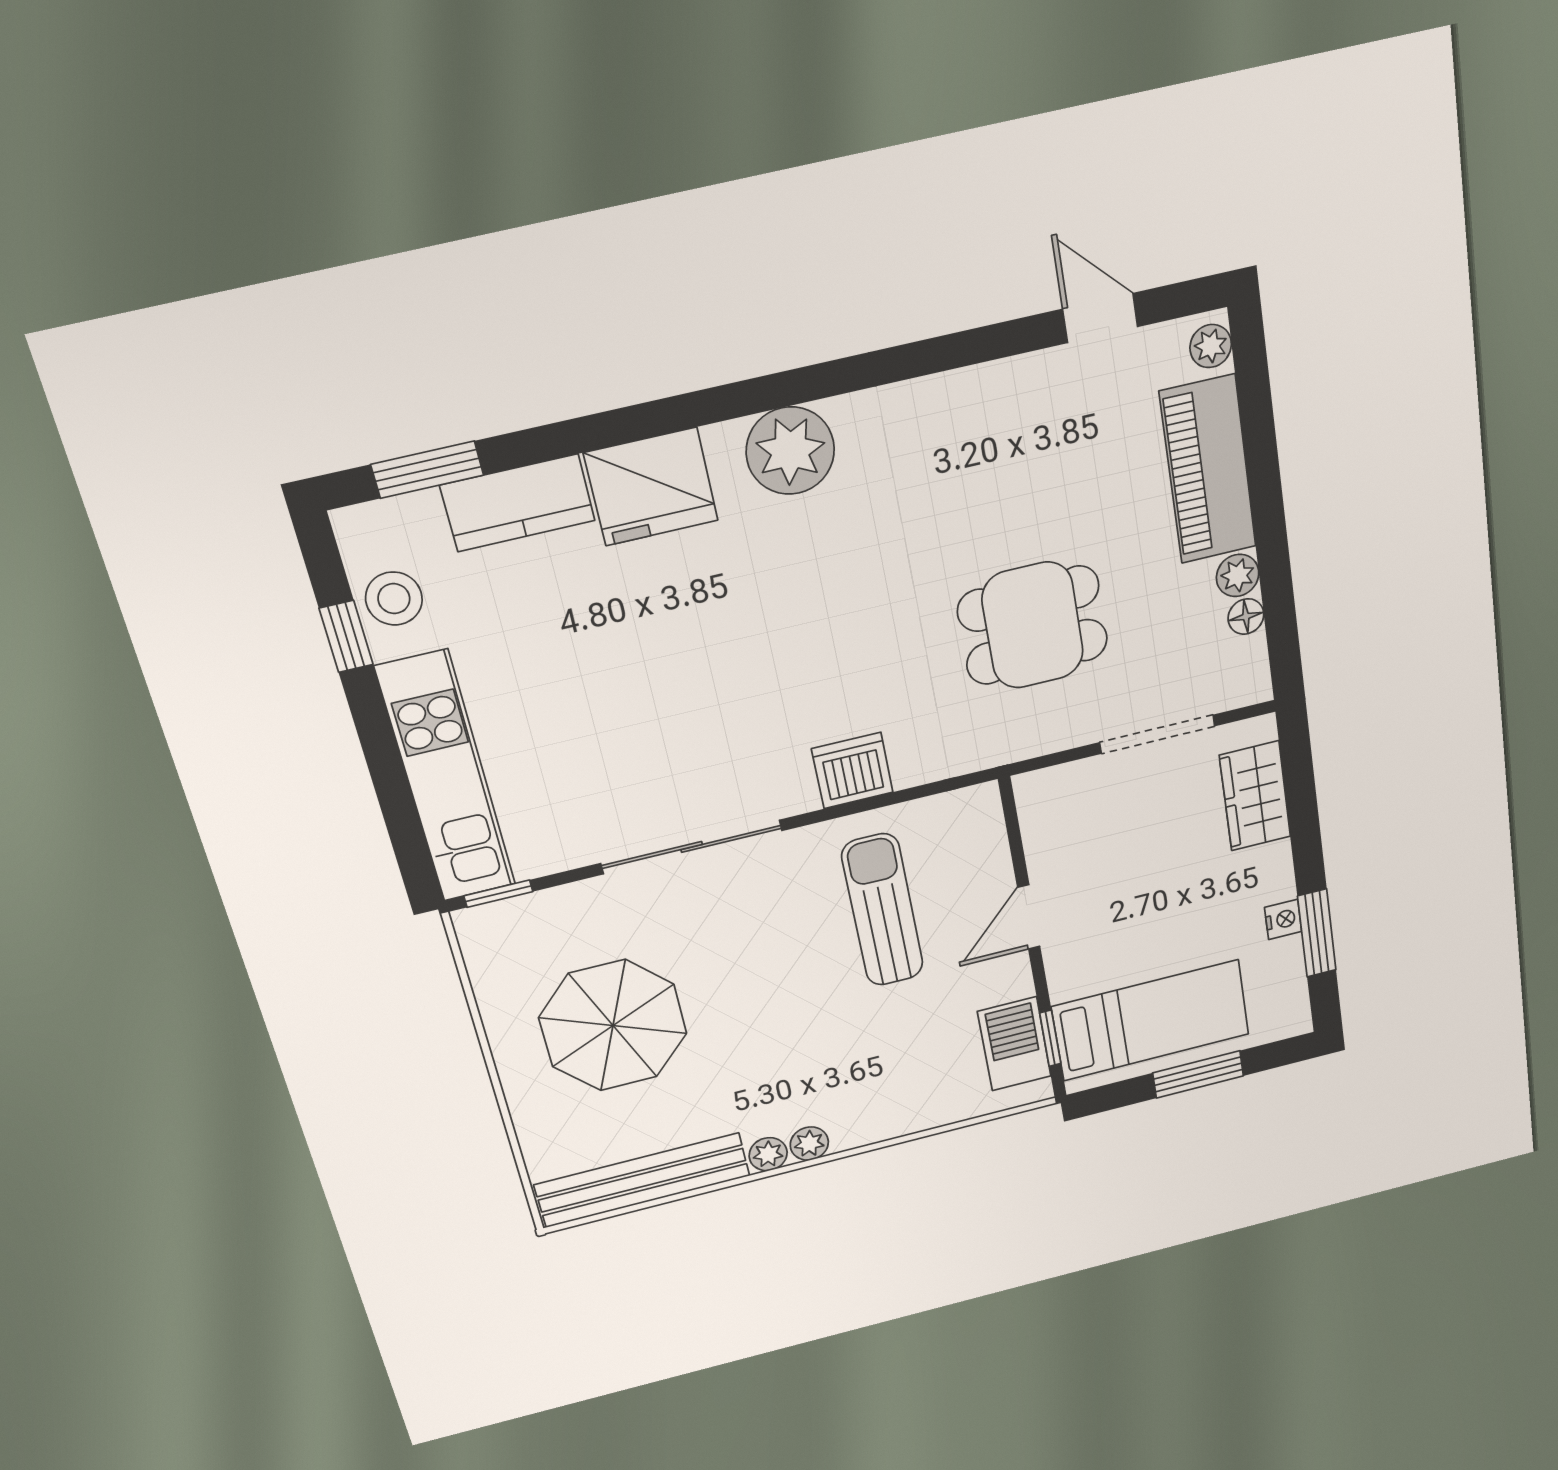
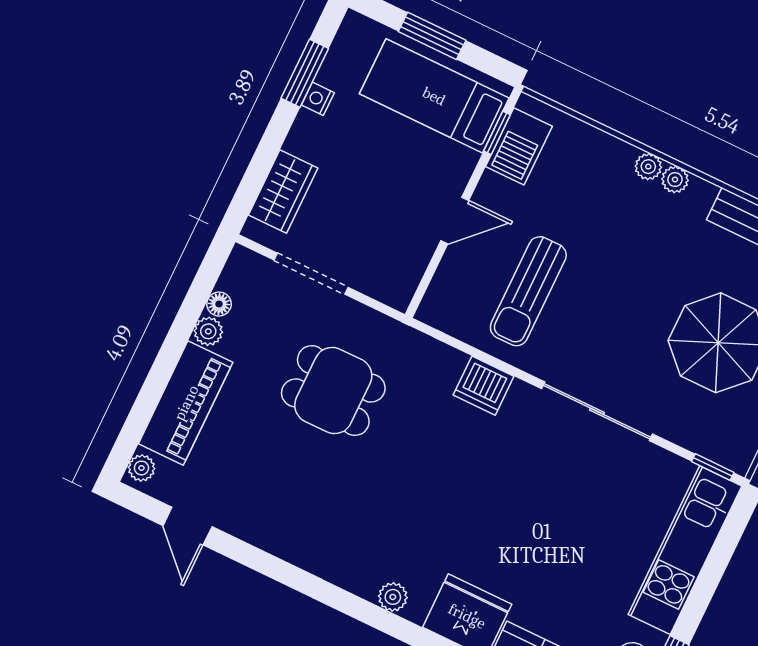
plant: (790, 451) -> (393, 597), width x0.53, depth x0.53
plant: (768, 1154) -> (648, 167), moved

